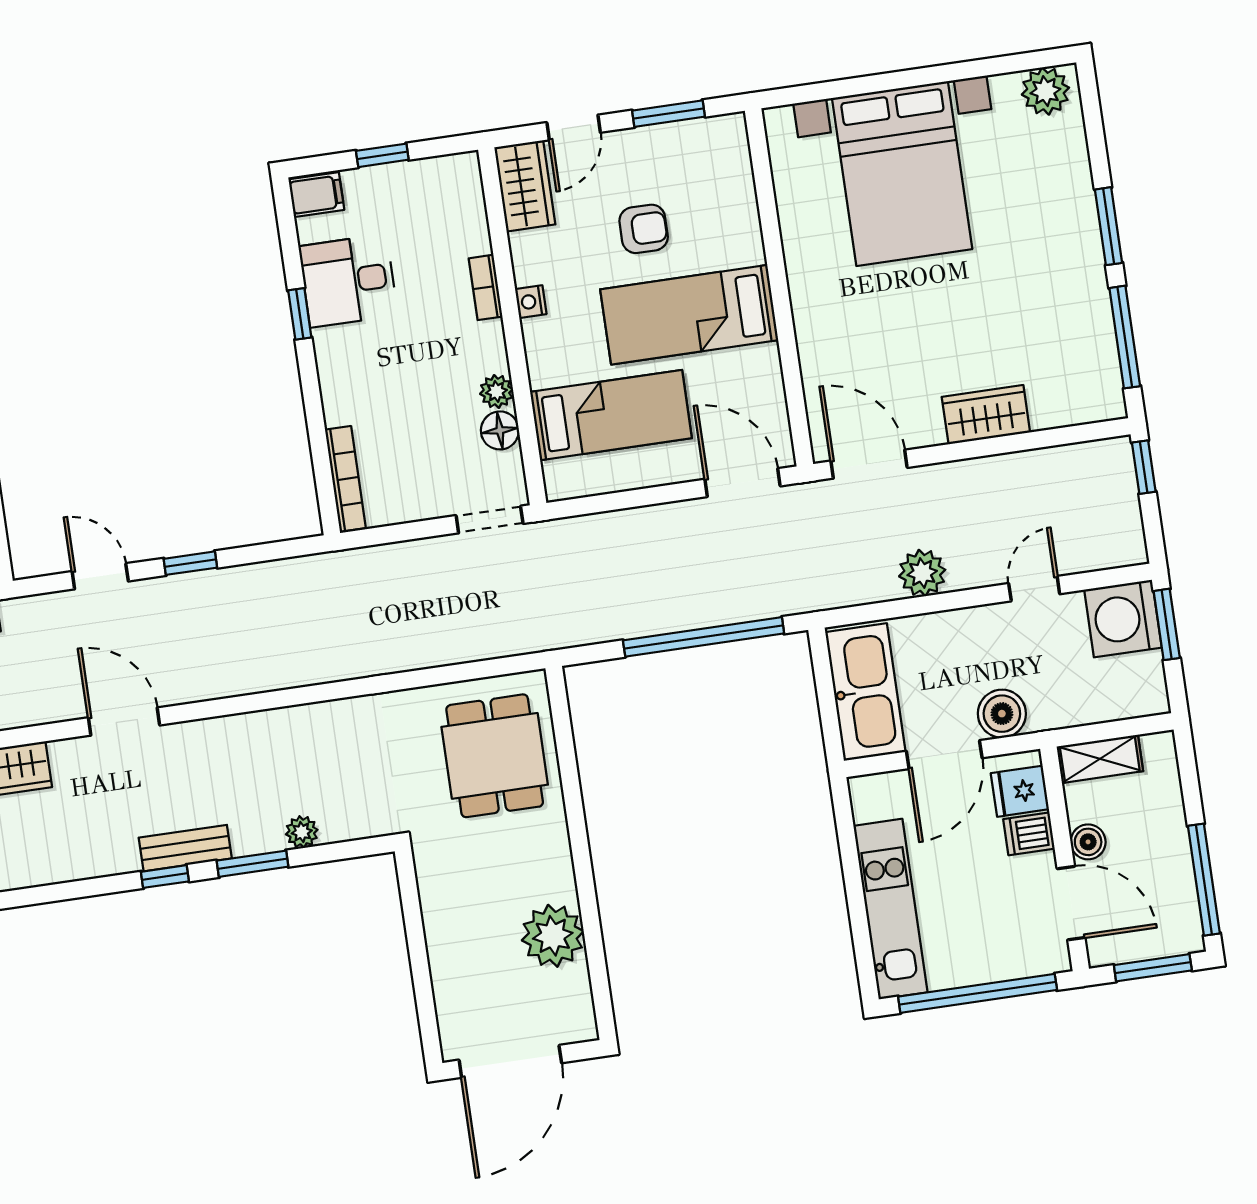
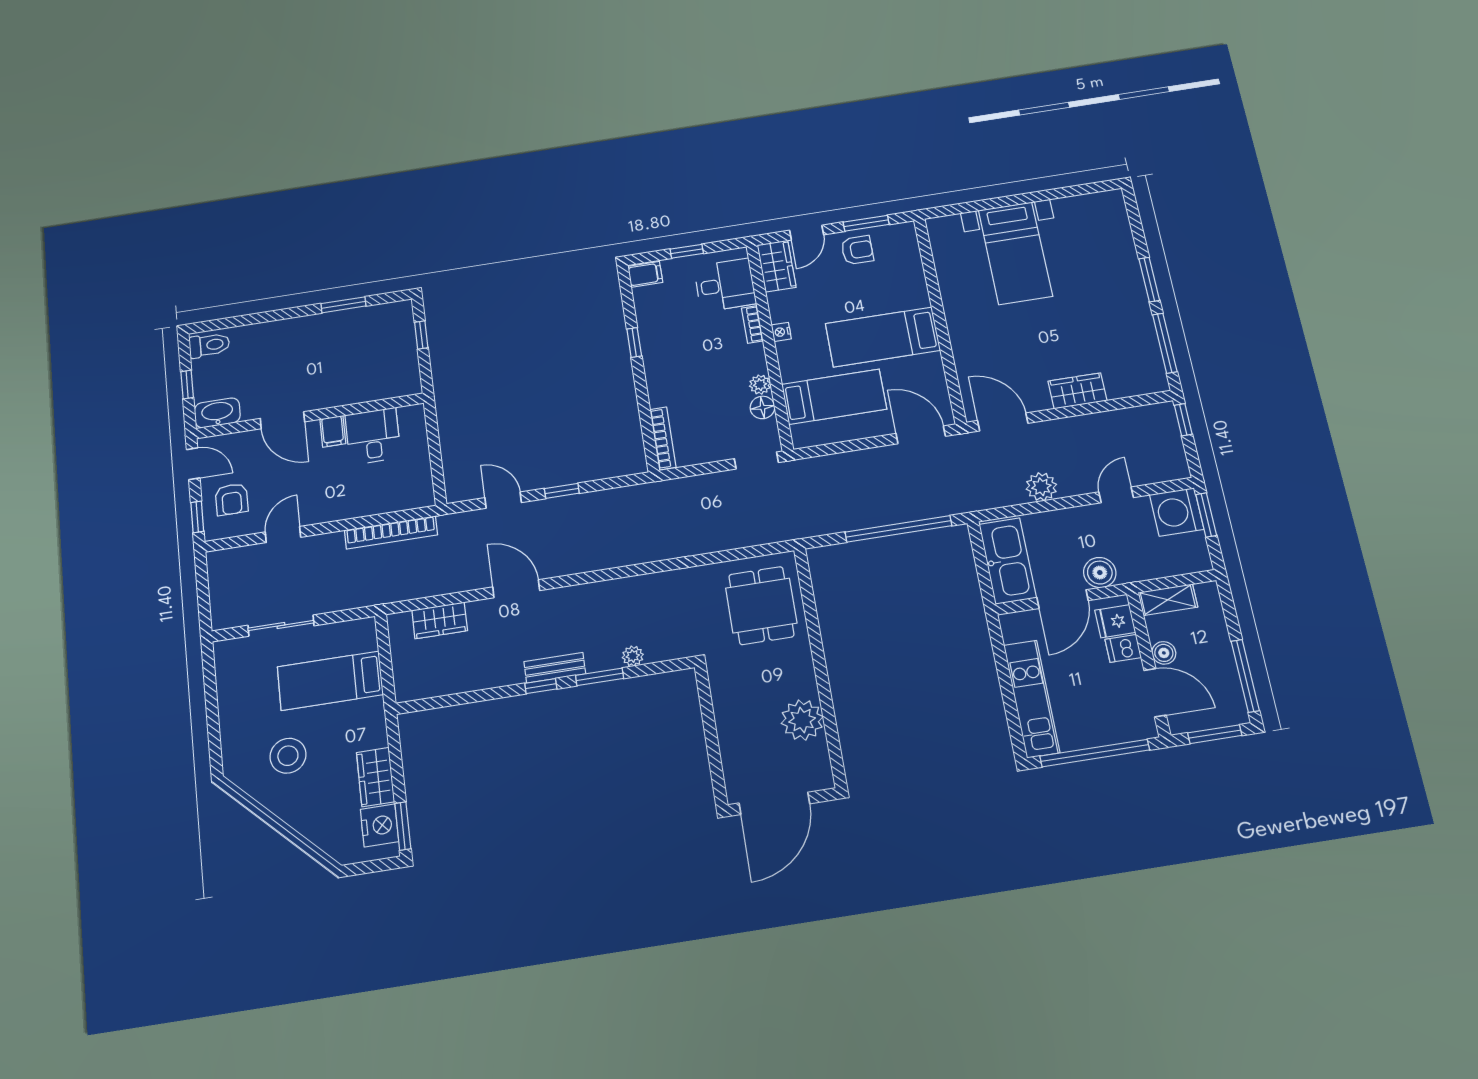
plant: (1045, 91) -> (1103, 204), removed
bed with nightstands: (902, 174) -> (1015, 253), width x0.73
armchair: (644, 229) -> (857, 250), moved
desk: (348, 281) -> (725, 285), moved, turned 180

